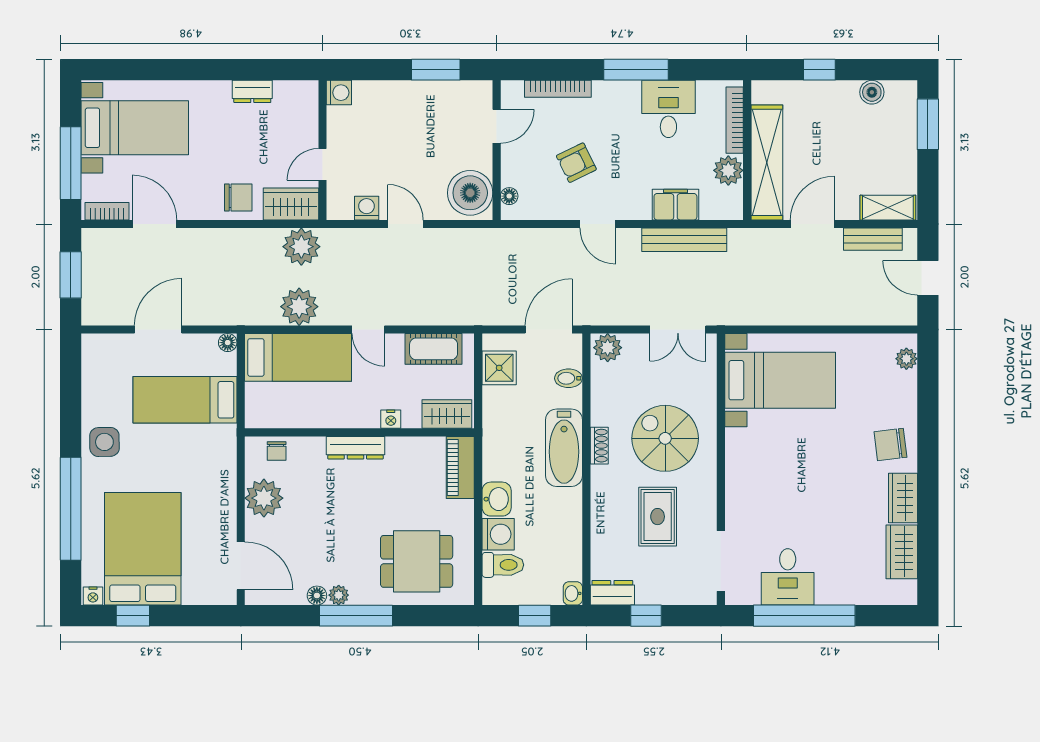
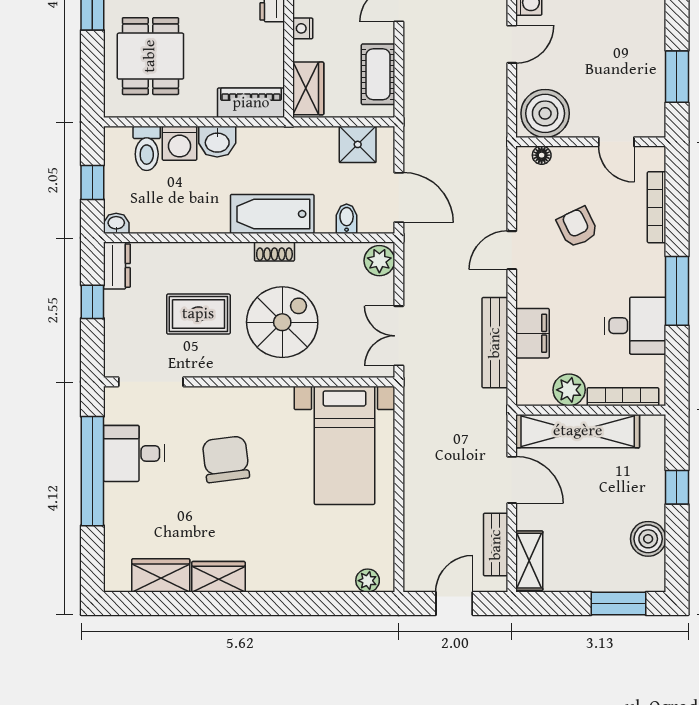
boiler: (872, 92) -> (648, 539), width x1.36, depth x1.36
chair: (890, 444) -> (226, 459), moved, width x1.37, depth x1.37

